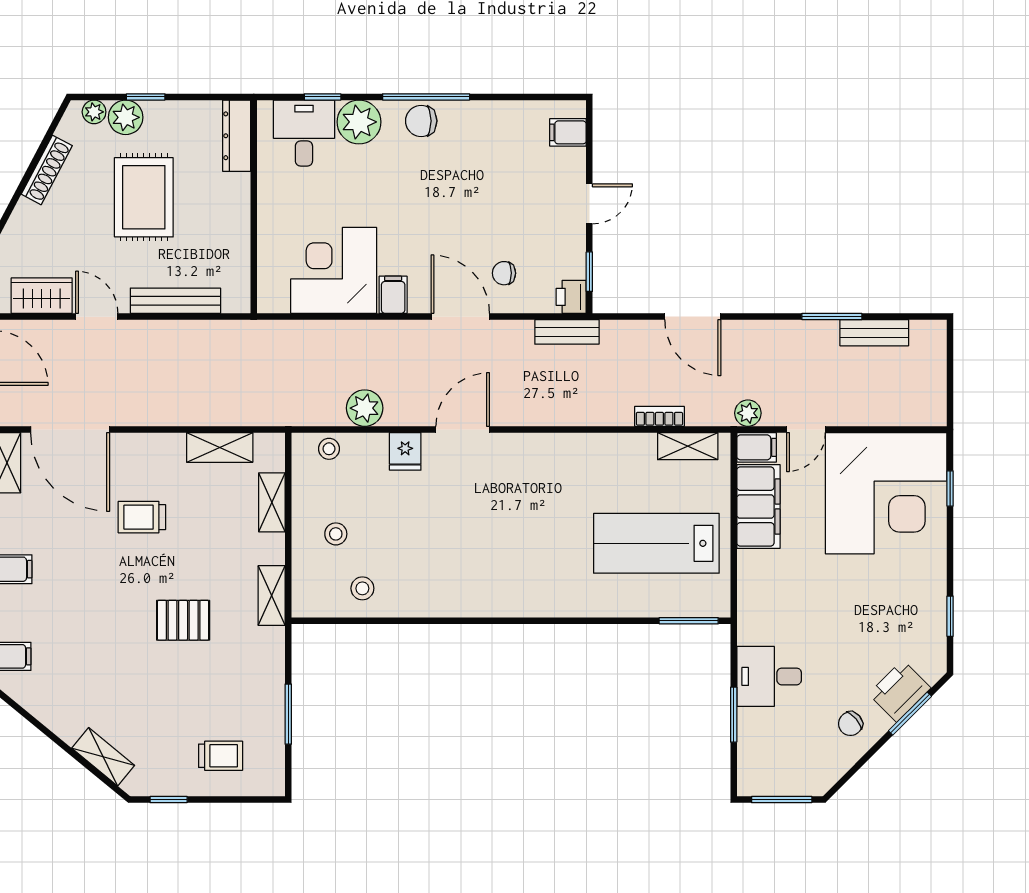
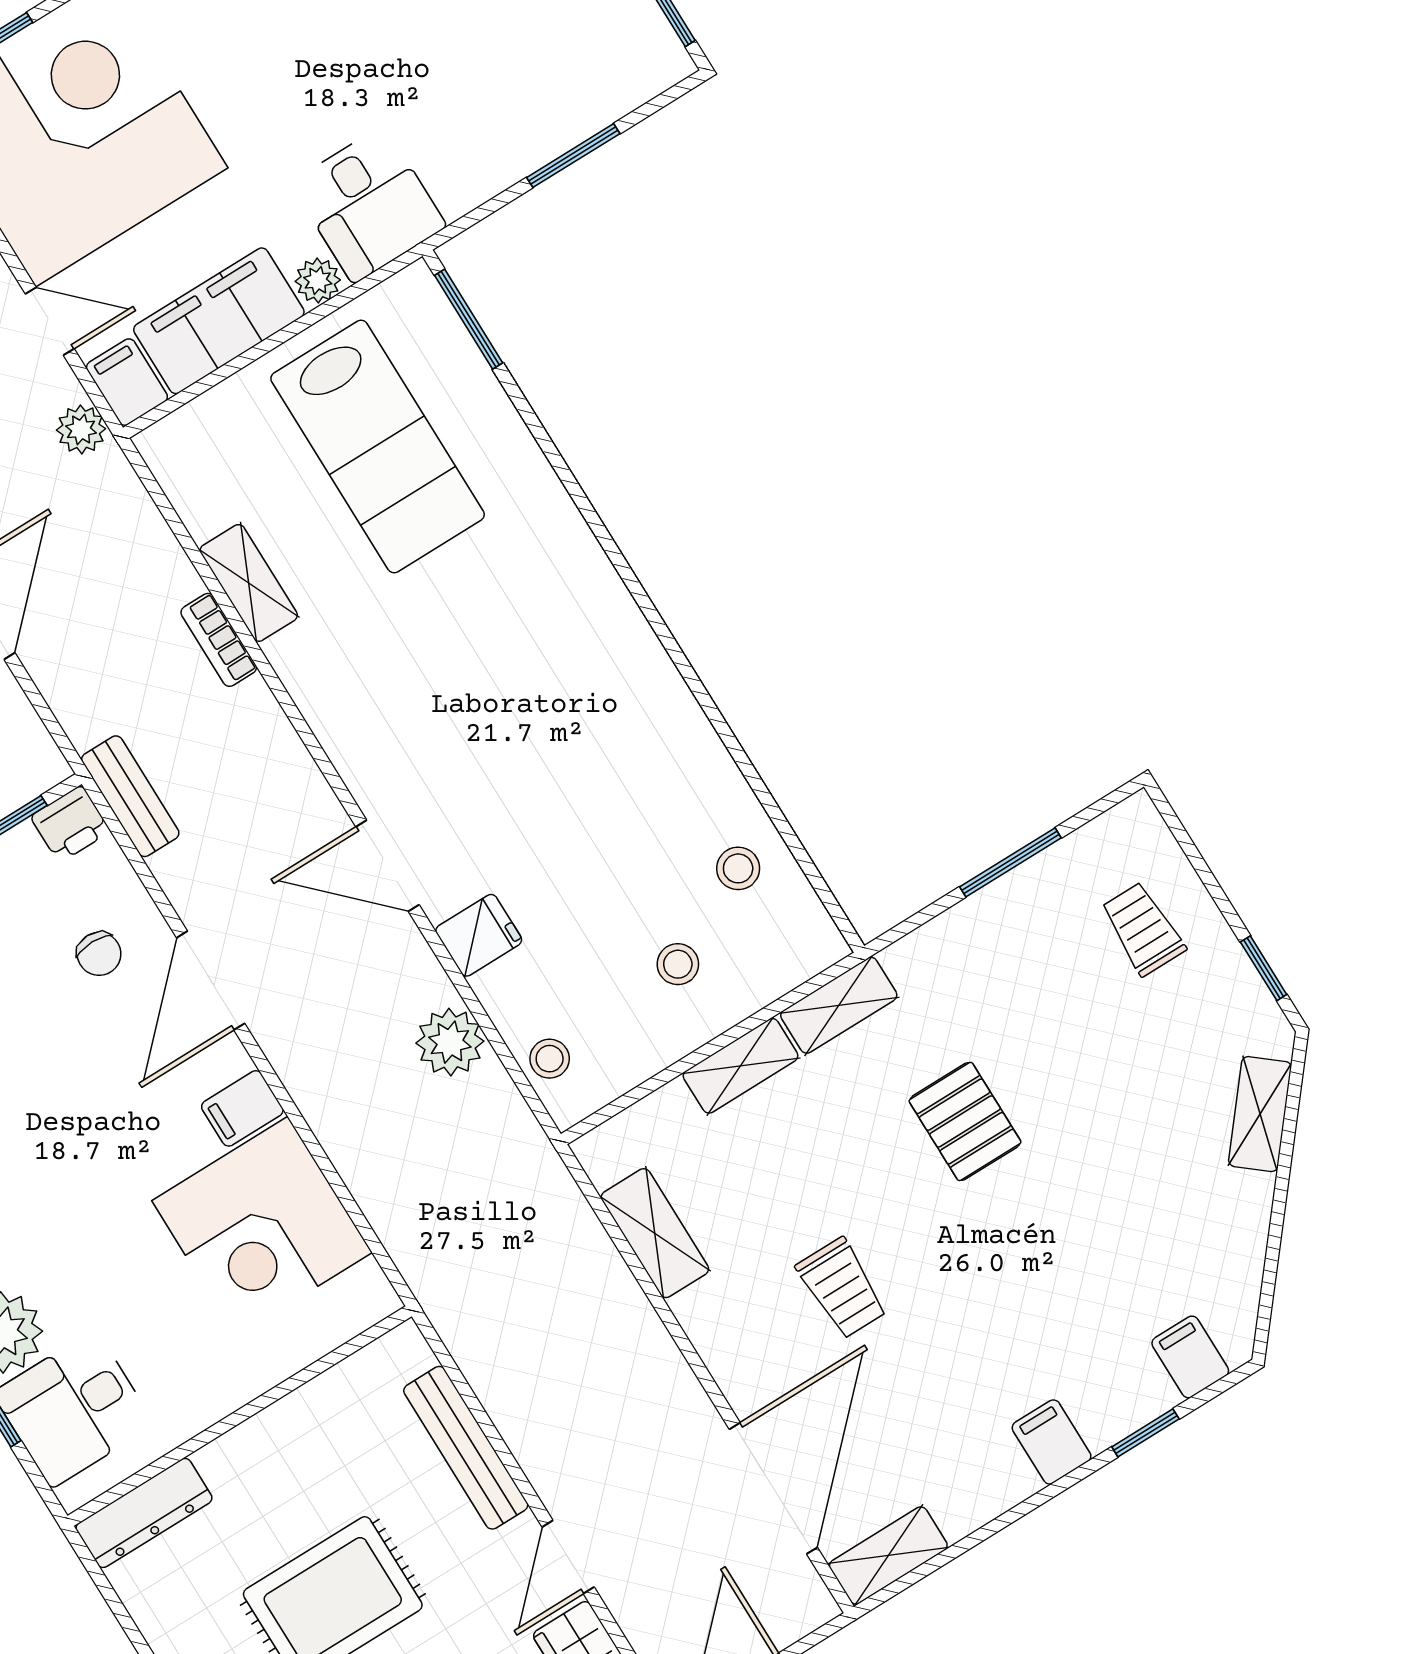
bookcase: (659, 416) -> (219, 640), moved
shelving: (688, 446) -> (249, 583), moved
shelving: (272, 502) -> (741, 1066), moved
plant: (749, 563) -> (318, 281), added
desk: (769, 676) -> (369, 205), moved

